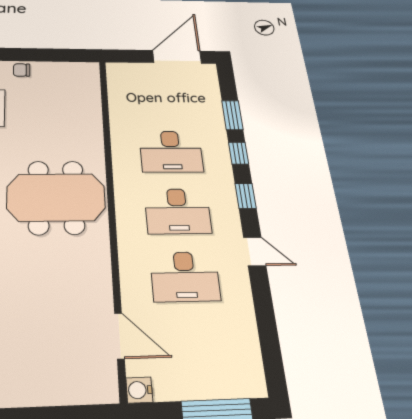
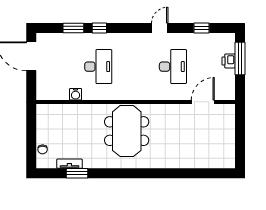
window: (246, 196) -> (201, 28), moved
desk: (178, 211) -> (136, 67), removed
printer: (209, 386) -> (229, 61), added
water cooler: (139, 390) -> (76, 94), moved

